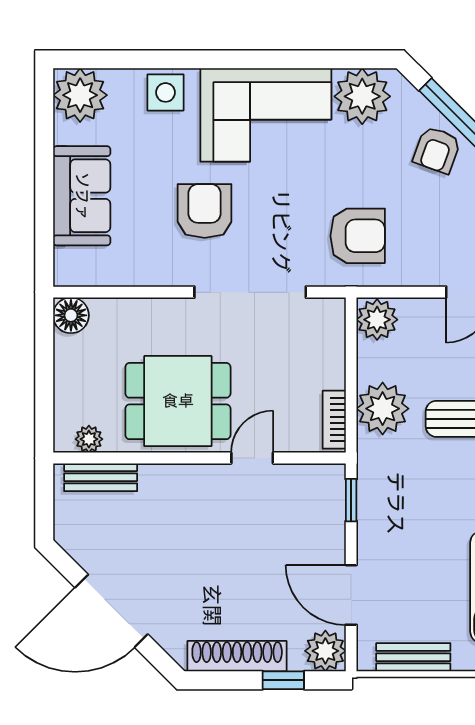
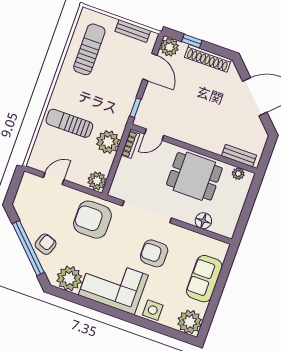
armchair: (205, 211) -> (154, 253), turned 90
armchair: (358, 236) -> (92, 220), width x1.36, depth x1.36
floor lamp: (71, 315) -> (203, 221), moved
door: (252, 458) -> (154, 135), moved

